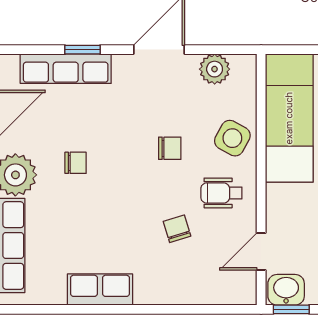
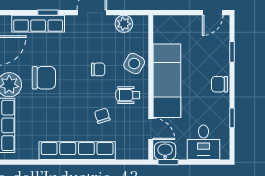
exam couch: (289, 118) -> (167, 81), moved
chair: (76, 163) -> (44, 78), width x1.87, depth x1.87
door: (261, 252) -> (151, 129), swing flipped
row of seats: (100, 290) -> (77, 151), width x2.02

